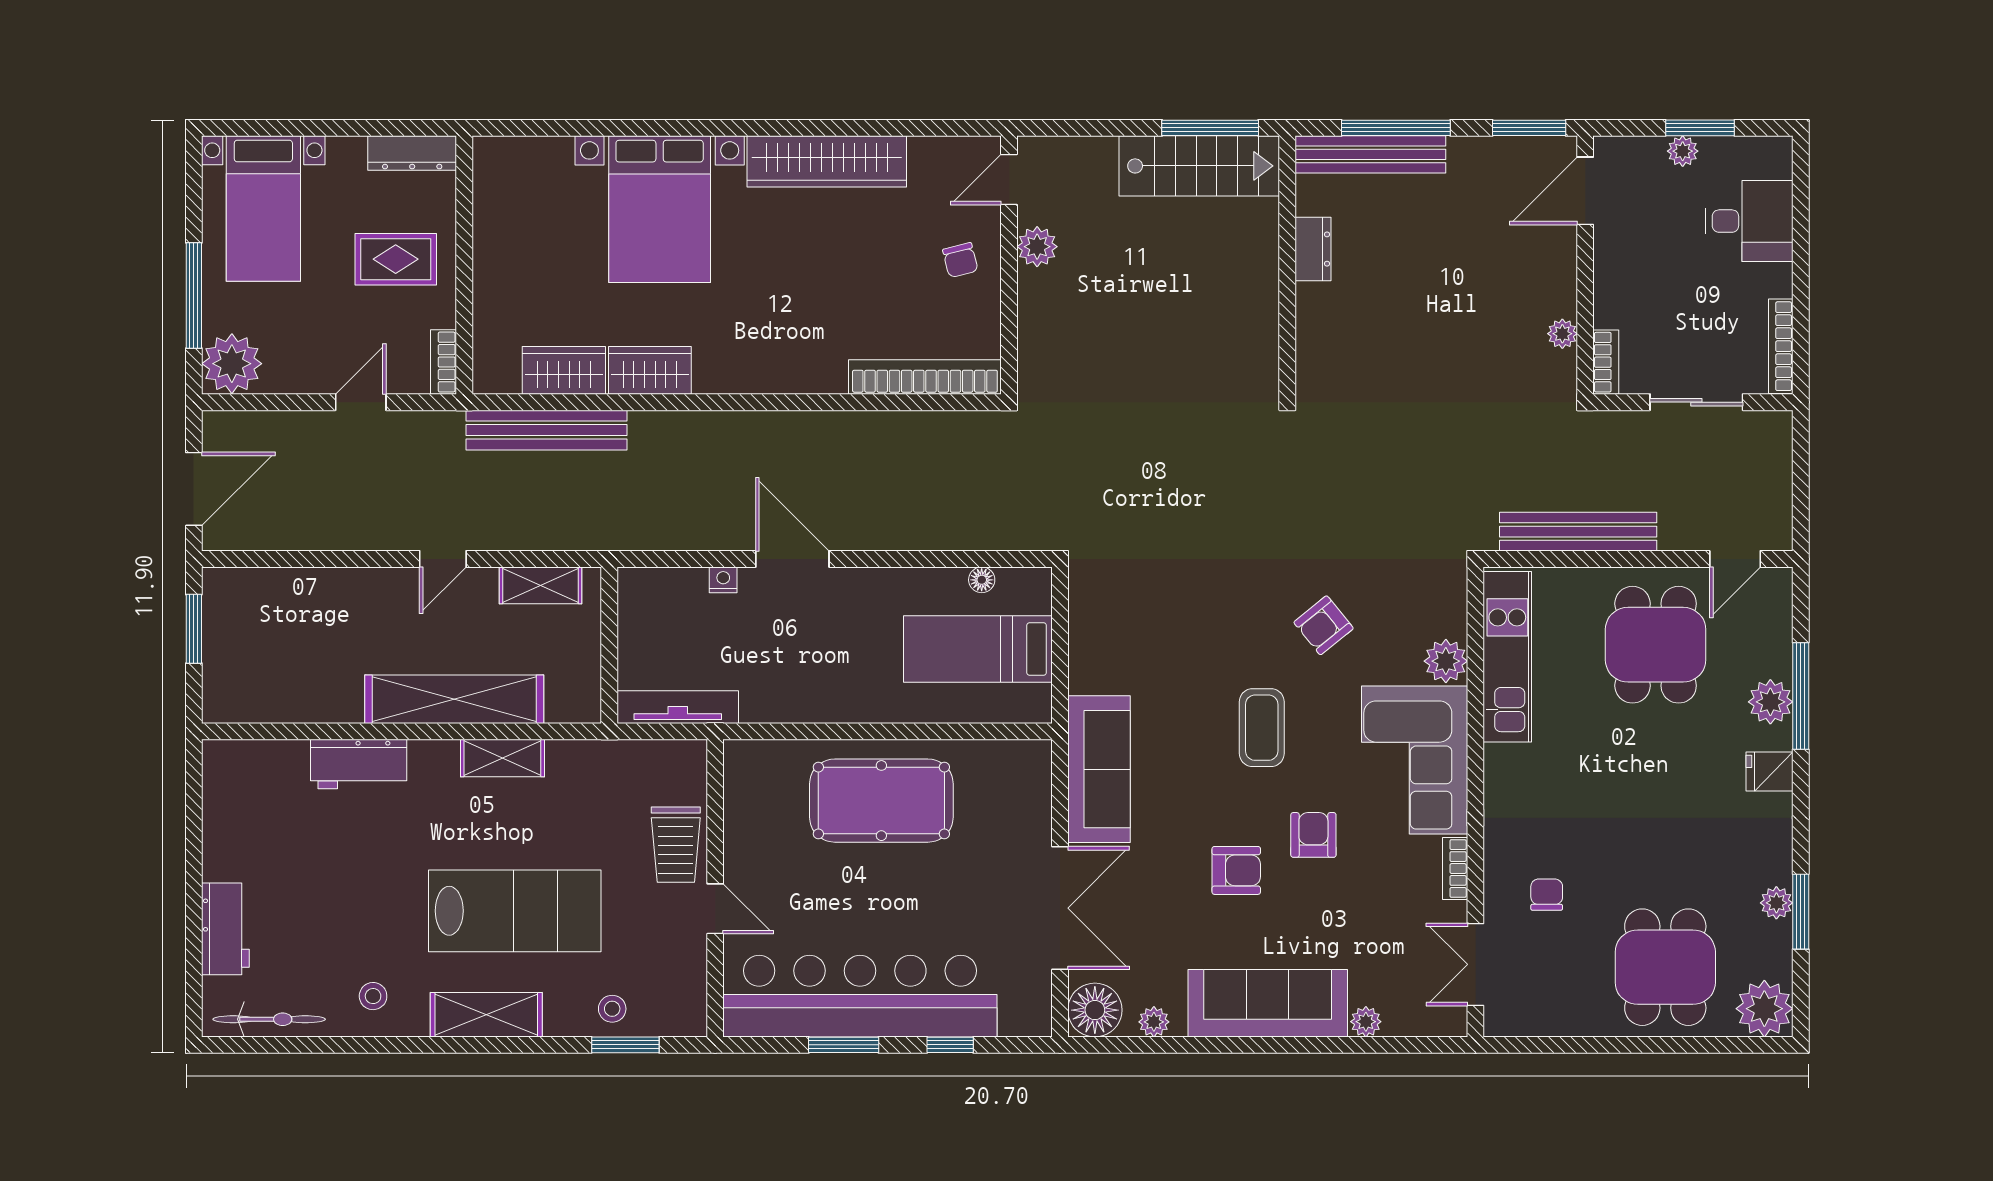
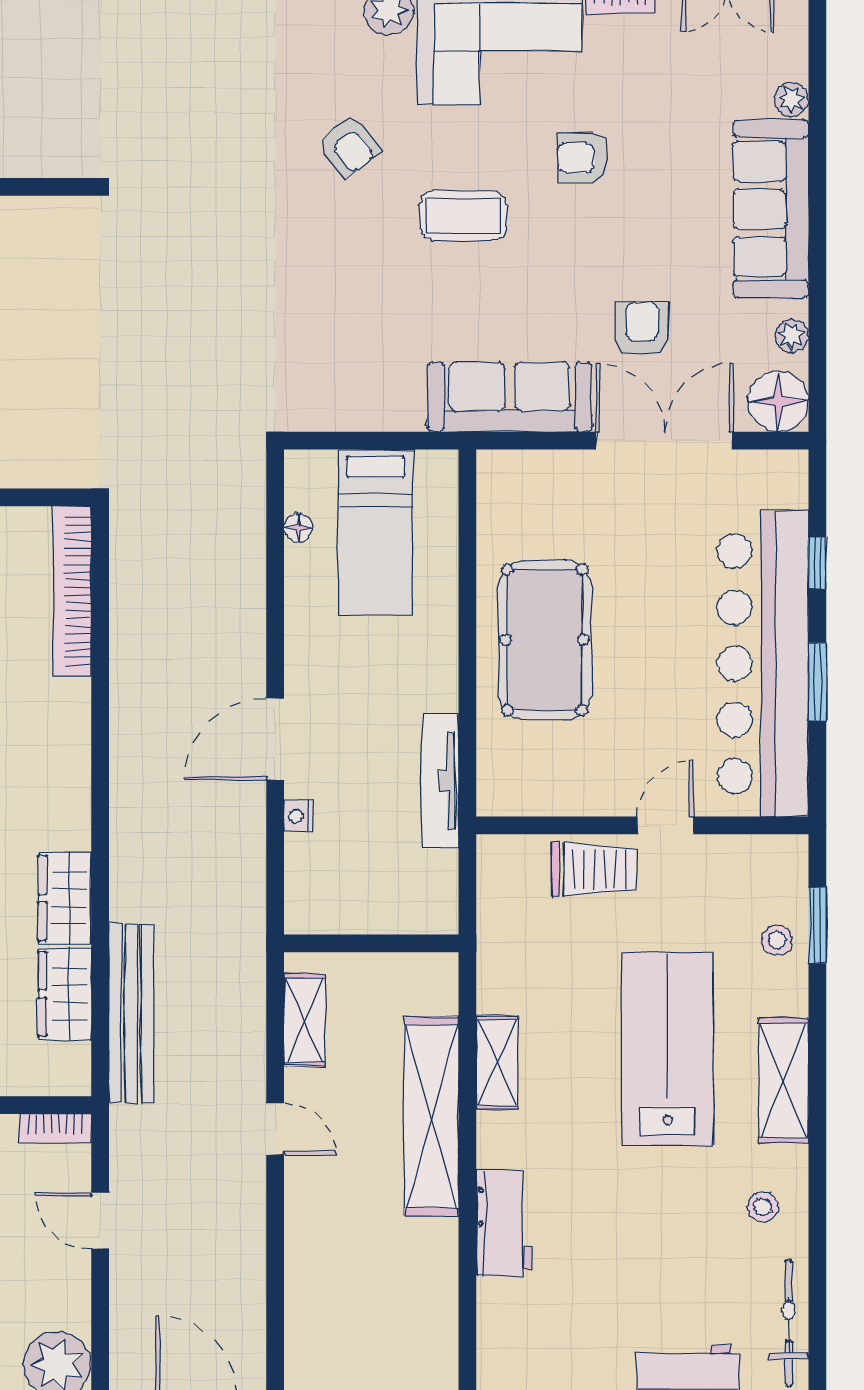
tv unit: (678, 707) -> (440, 781), moved
armchair: (1236, 870) -> (642, 329), moved

